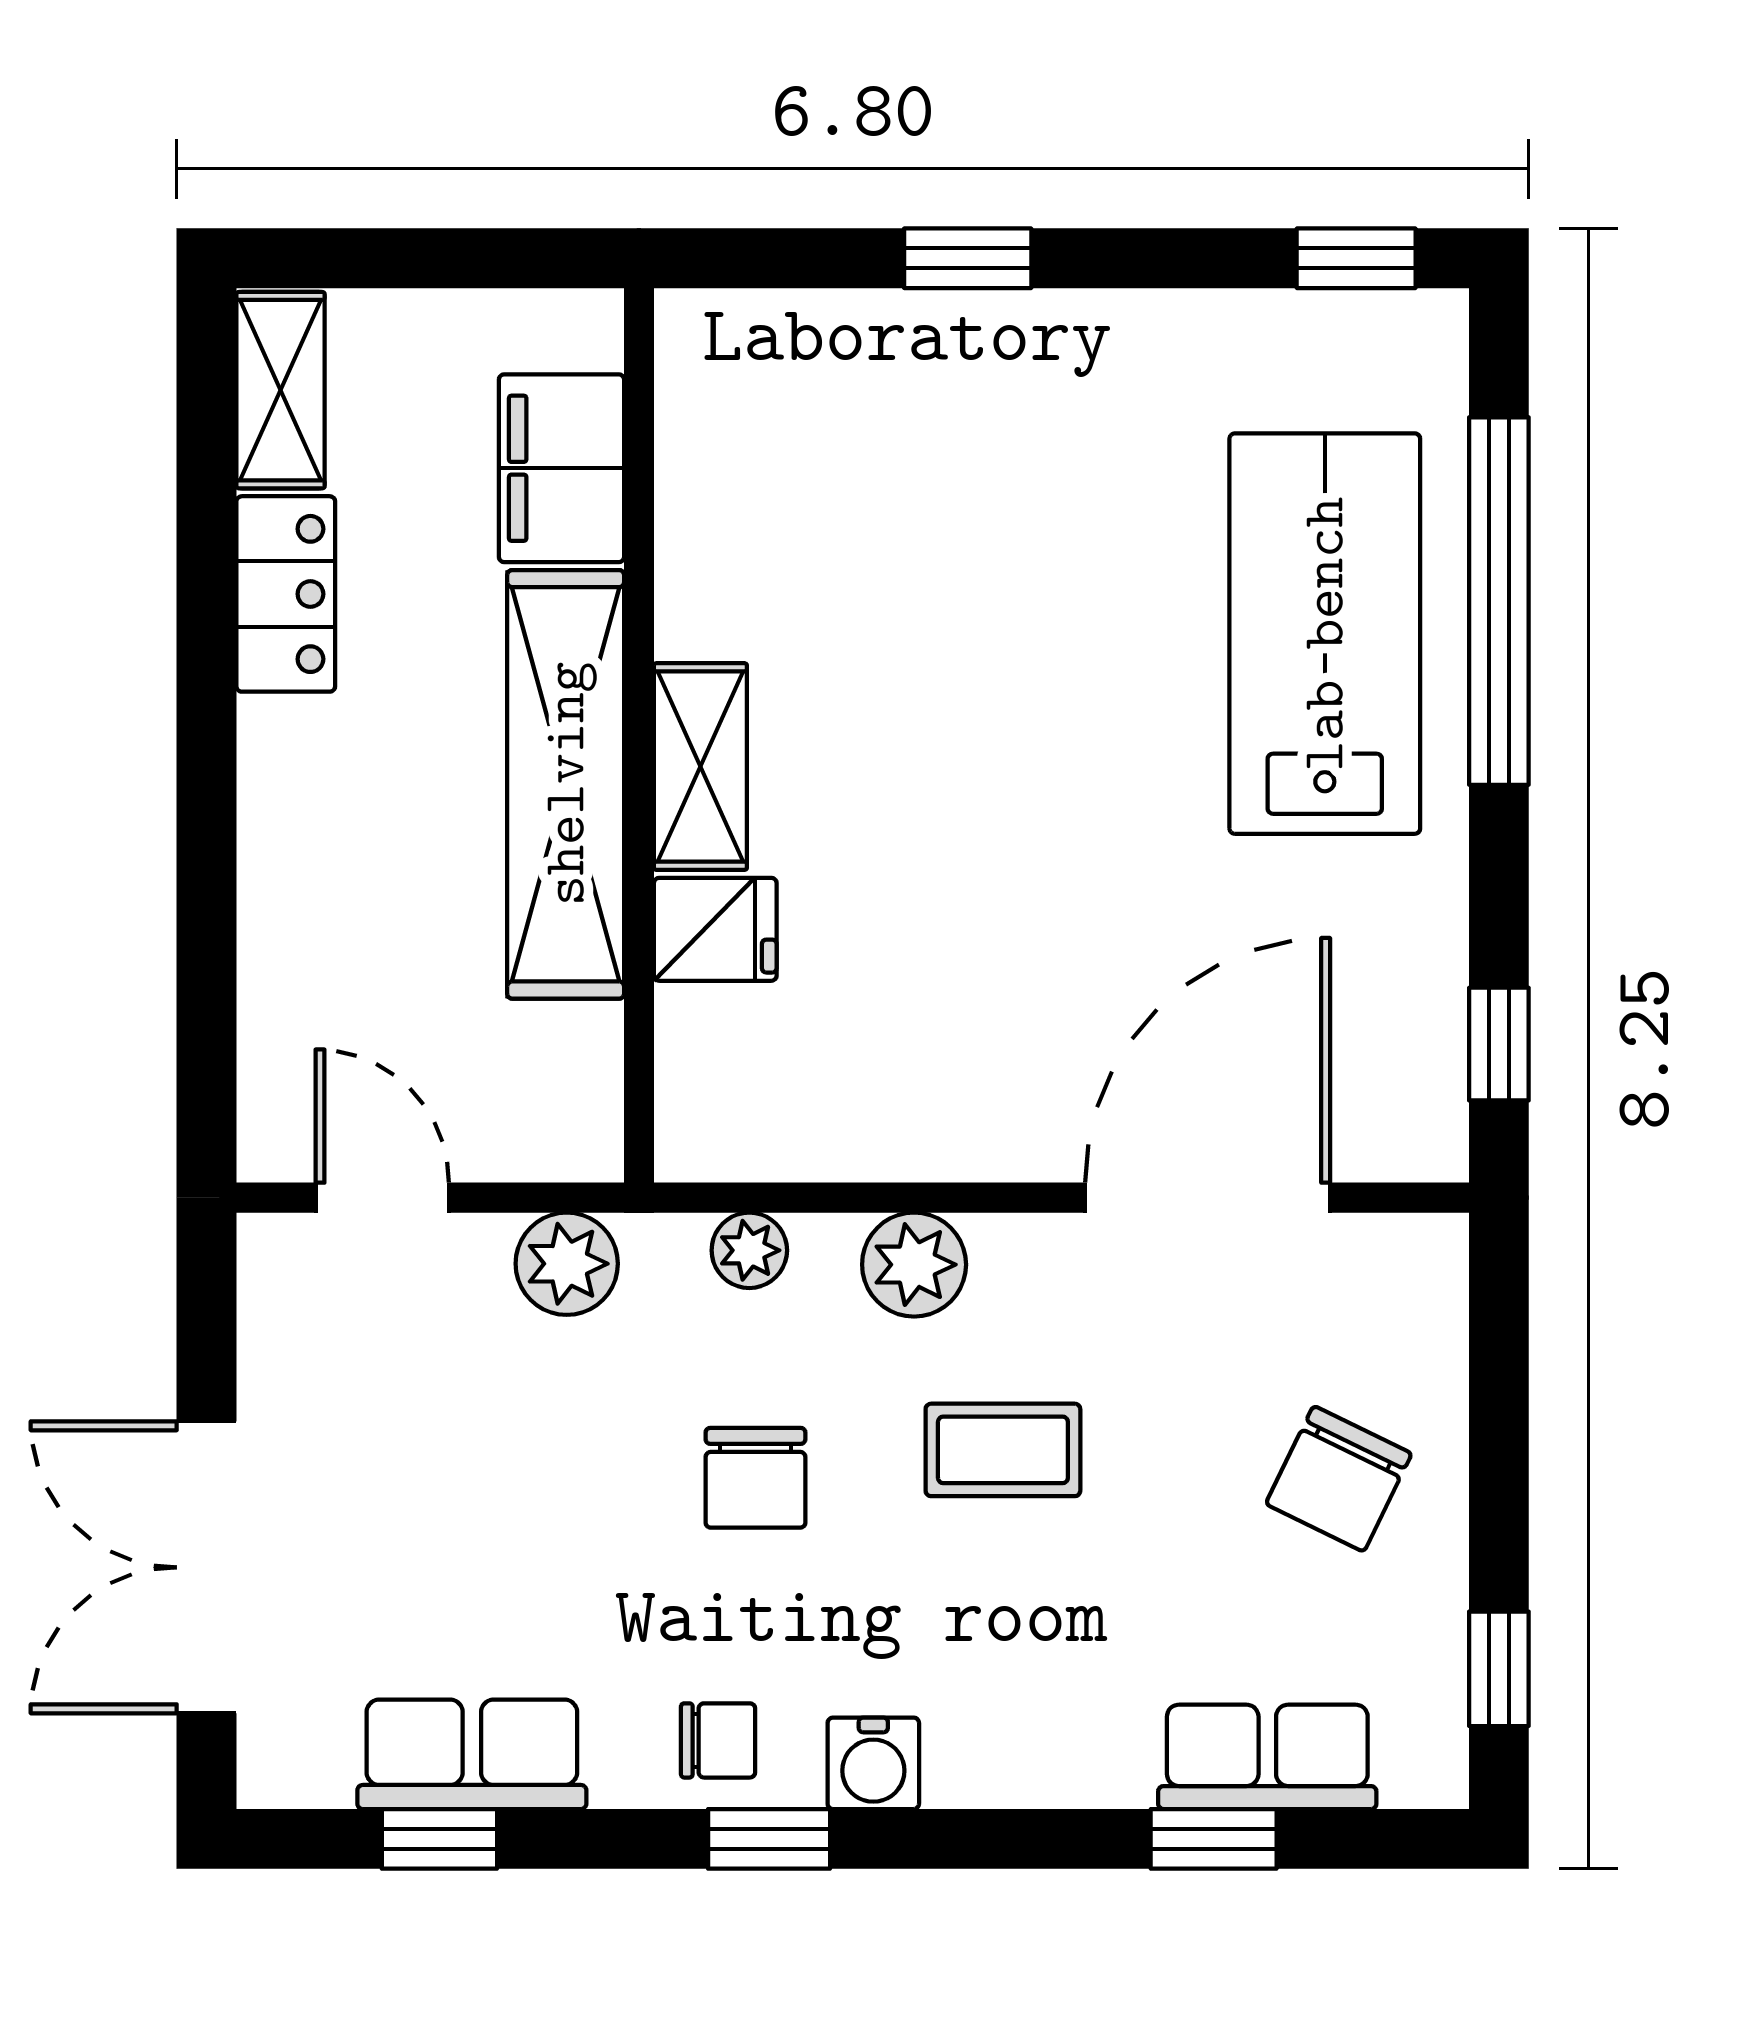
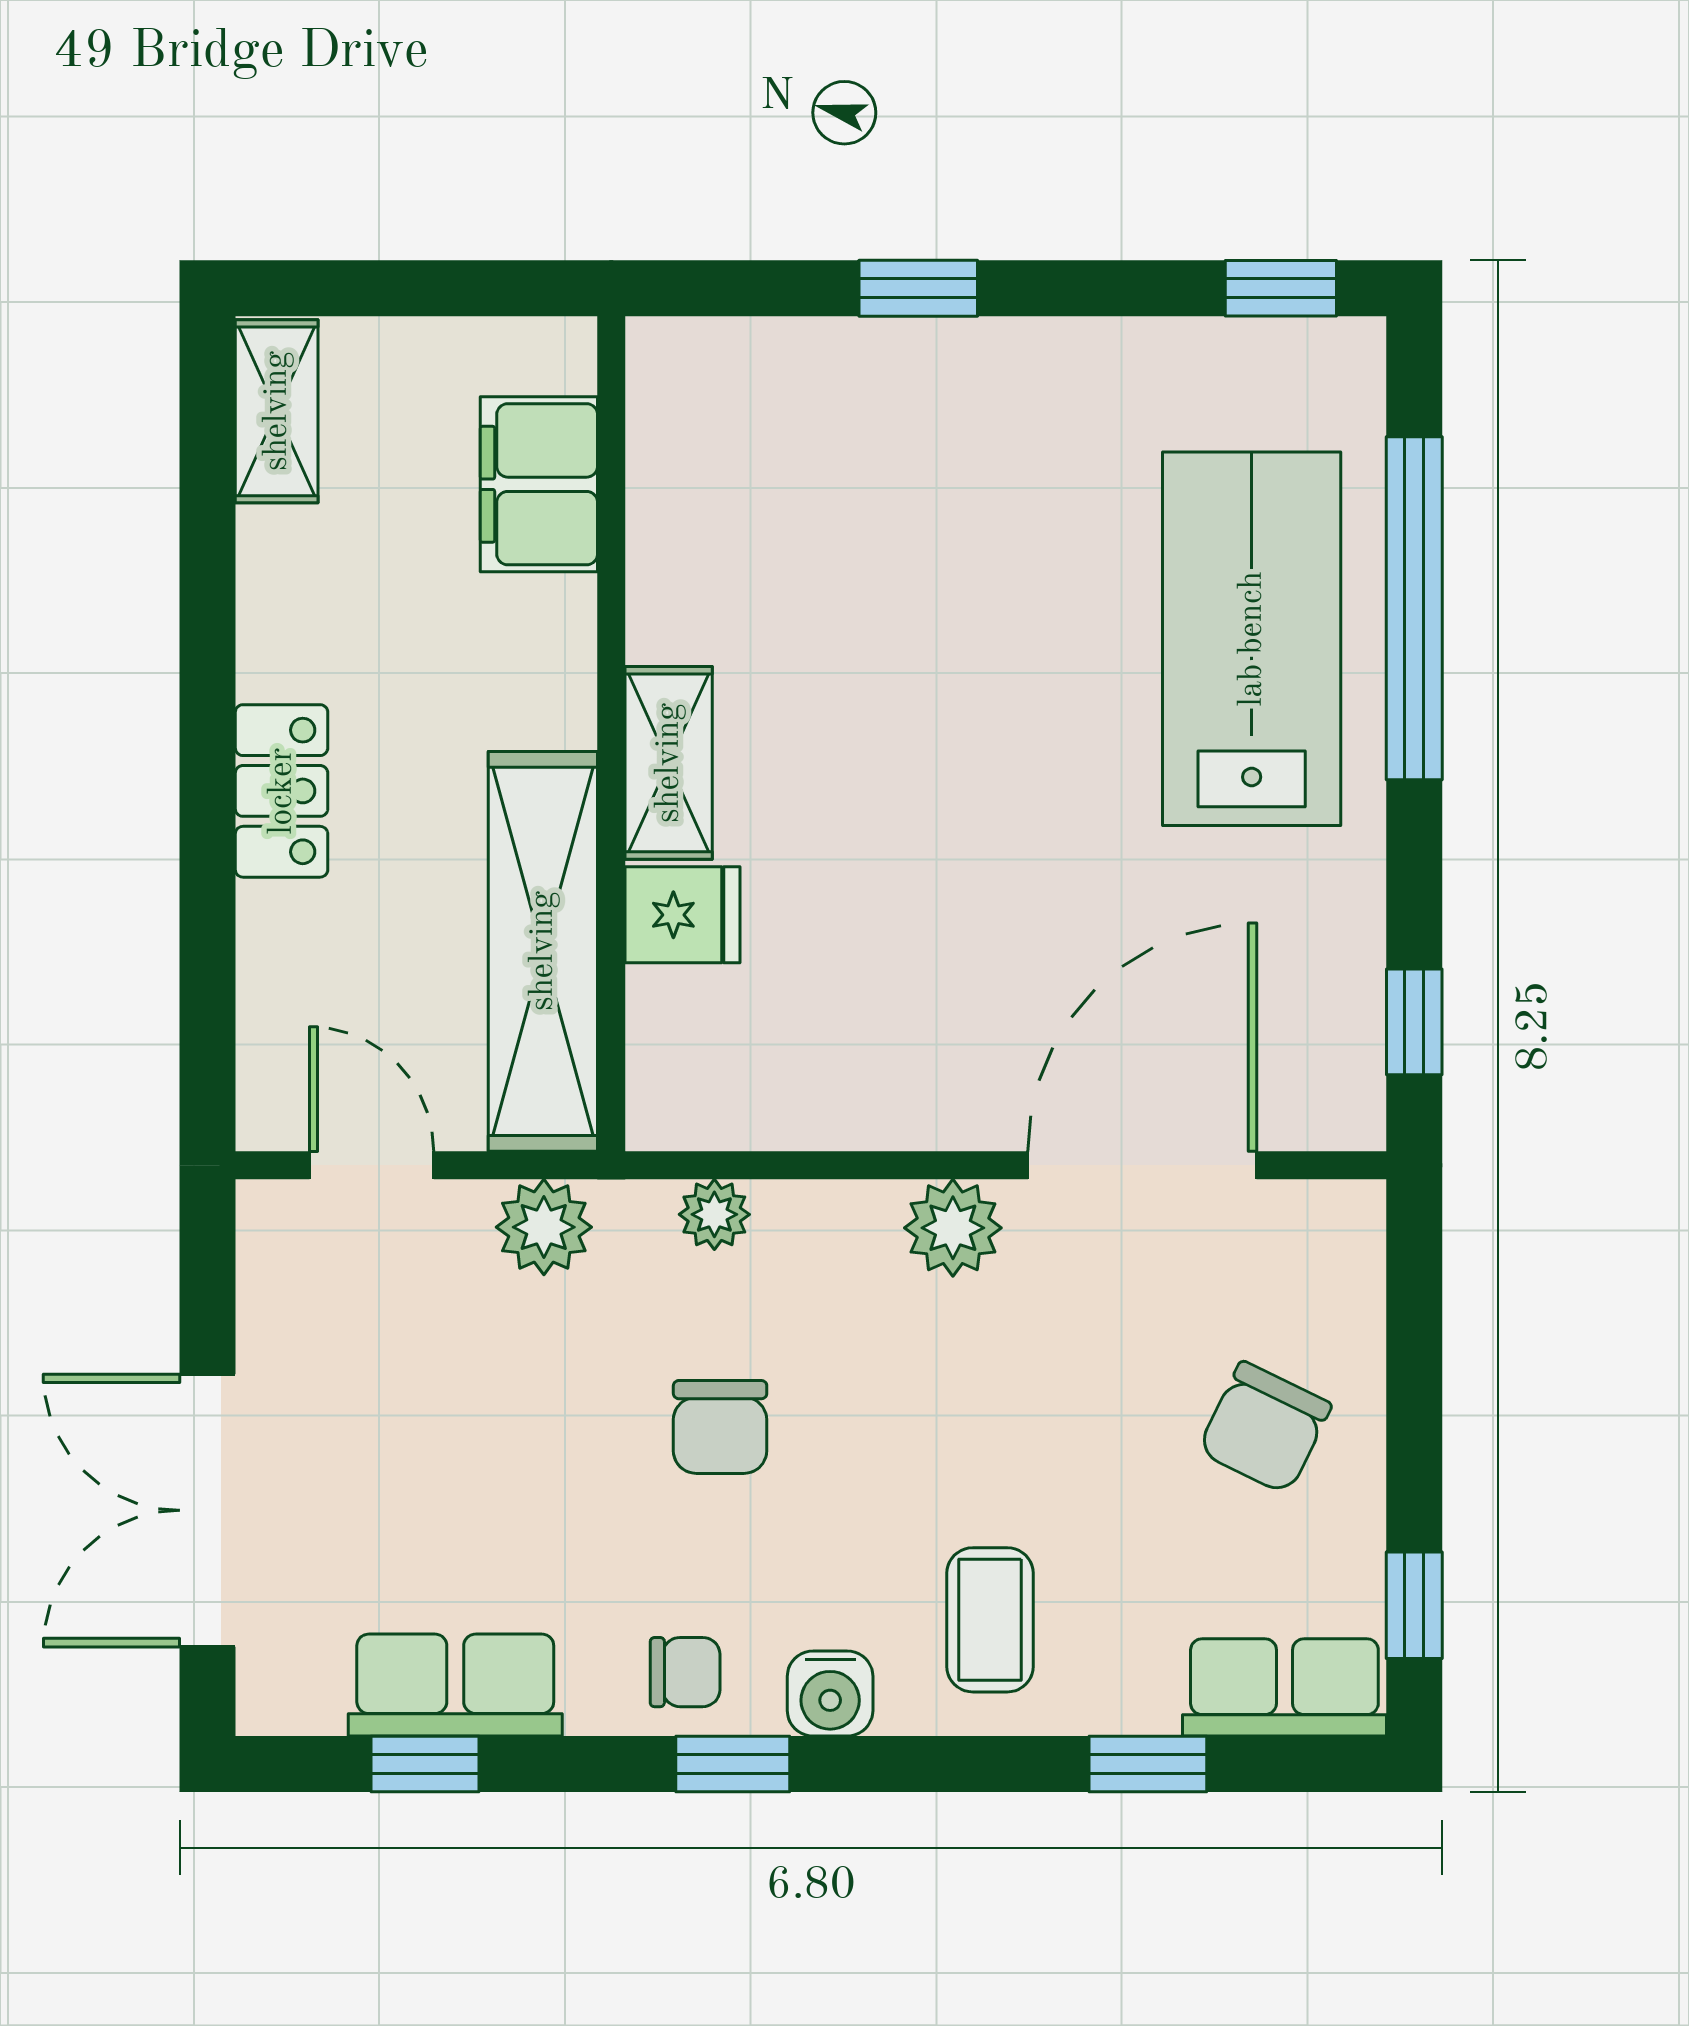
locker: (286, 594) -> (282, 791), moved
shelving: (566, 784) -> (543, 951), moved
plant: (914, 1265) -> (953, 1228), moved
coffee table: (1003, 1450) -> (990, 1620), moved, turned 90
row of seats: (1267, 1757) -> (1284, 1687), moved

